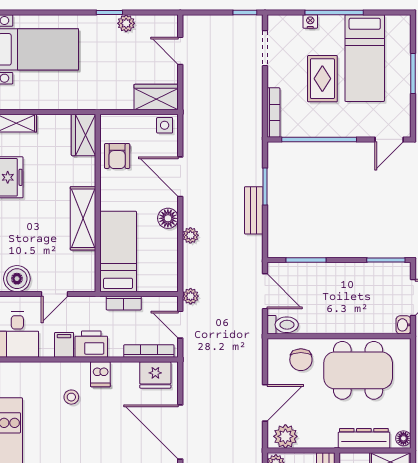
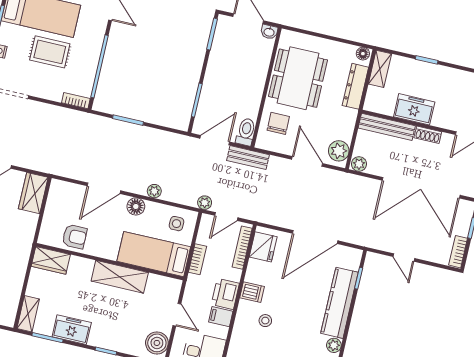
bookcase: (273, 113) -> (76, 101), width x0.64
side table: (165, 125) -> (176, 224), moved
bench: (254, 210) -> (248, 158), moved
chair: (301, 360) -> (278, 123), turned -90

